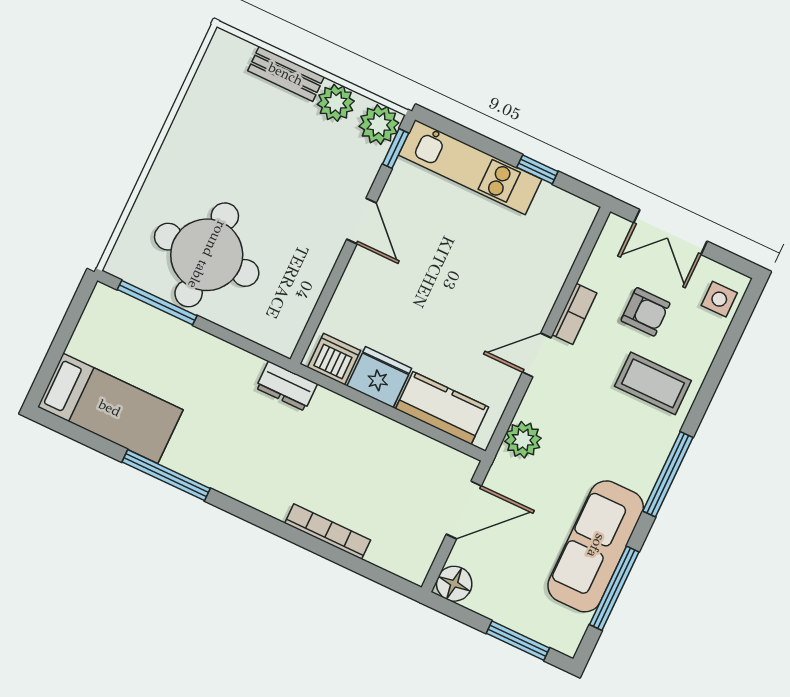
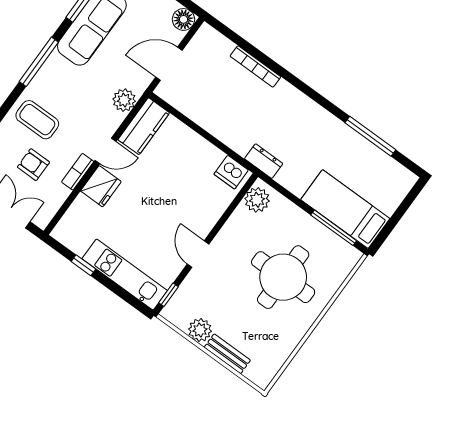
plant: (379, 125) -> (257, 200), moved
round table: (207, 255) -> (283, 277), moved
fridge: (379, 377) -> (101, 186), moved, turned -90
bed: (110, 408) -> (345, 209), moved
kitchen counter: (442, 408) -> (144, 126), moved, turned -90
window: (166, 475) -> (370, 136), moved

